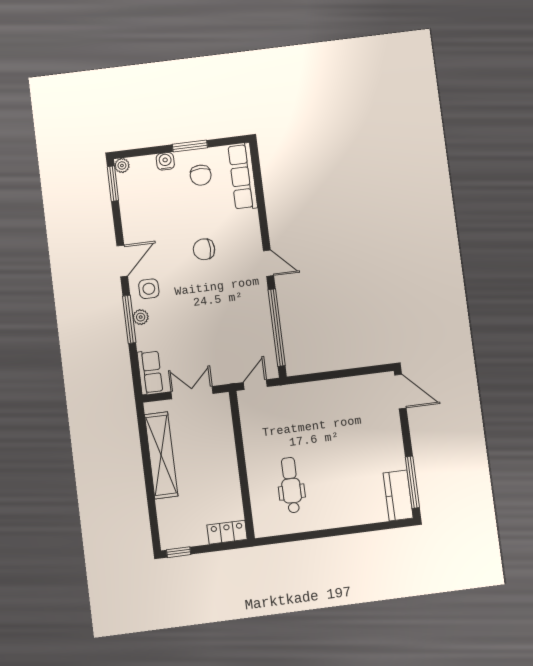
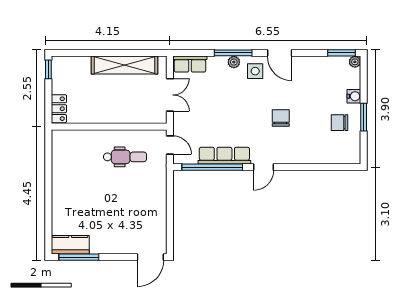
row of seats: (243, 176) -> (224, 156), moved
dental chair: (291, 485) -> (125, 157), moved

